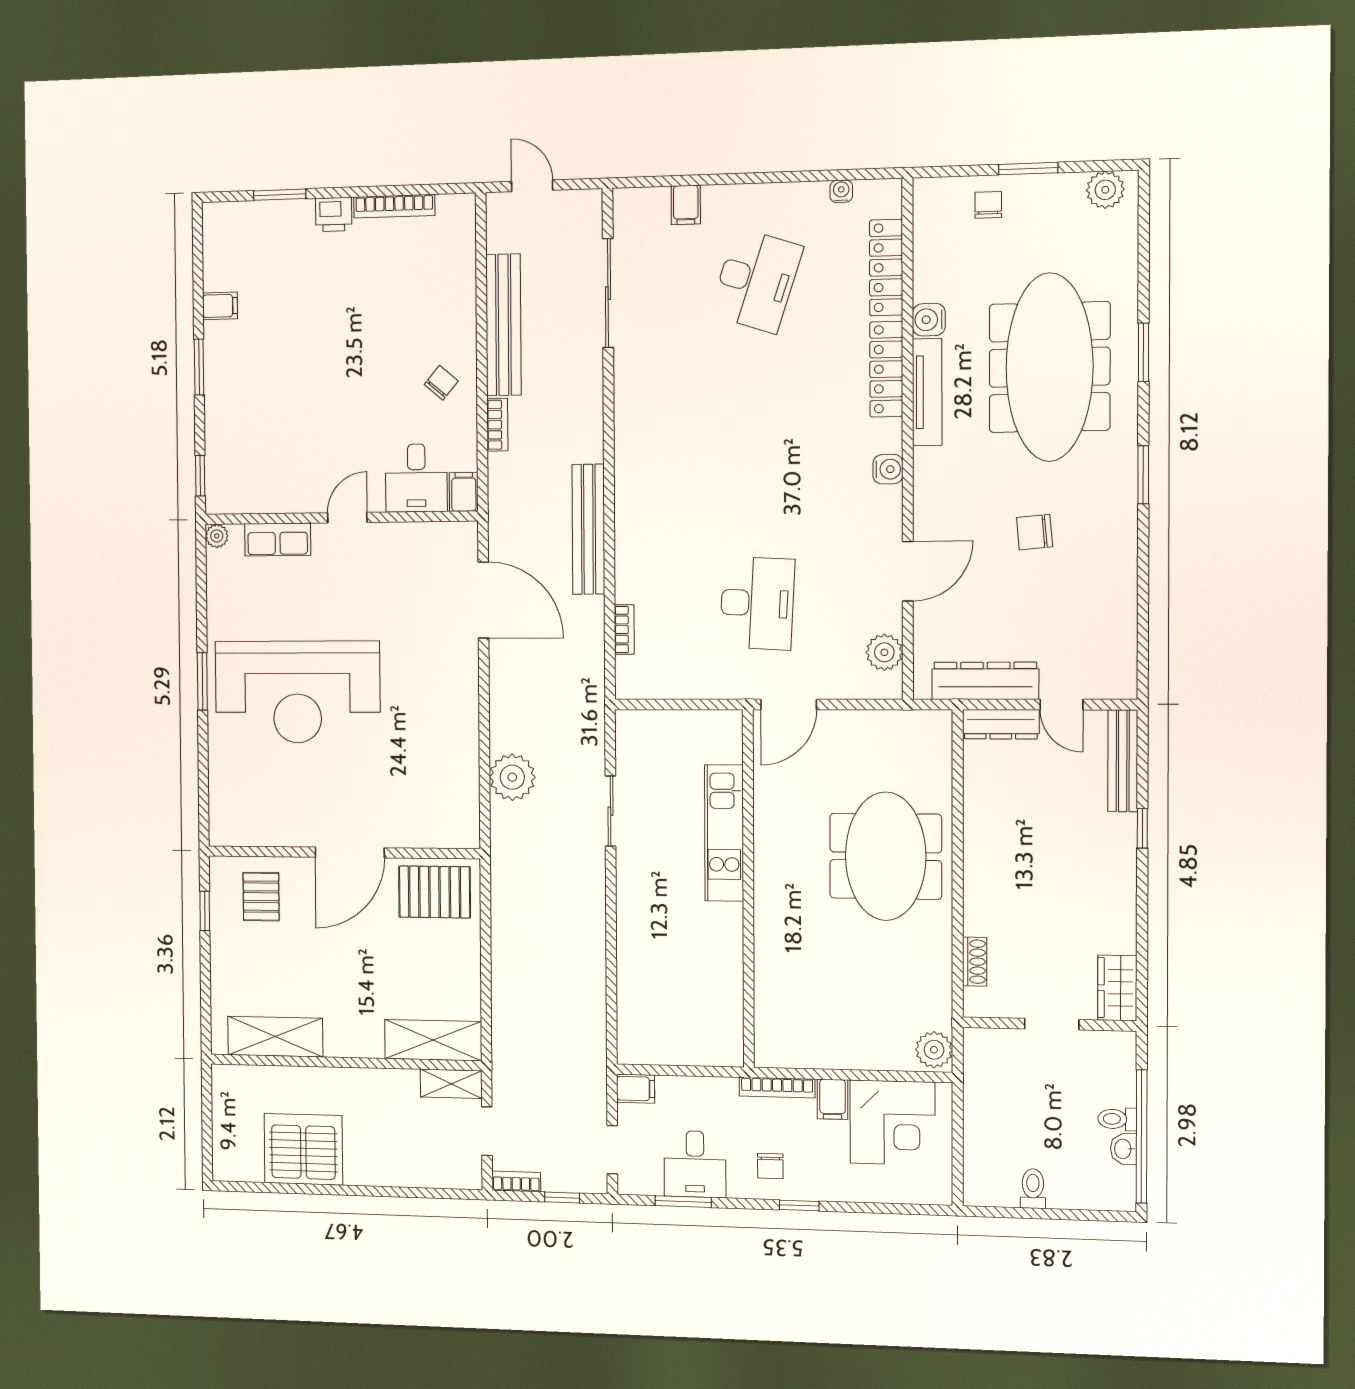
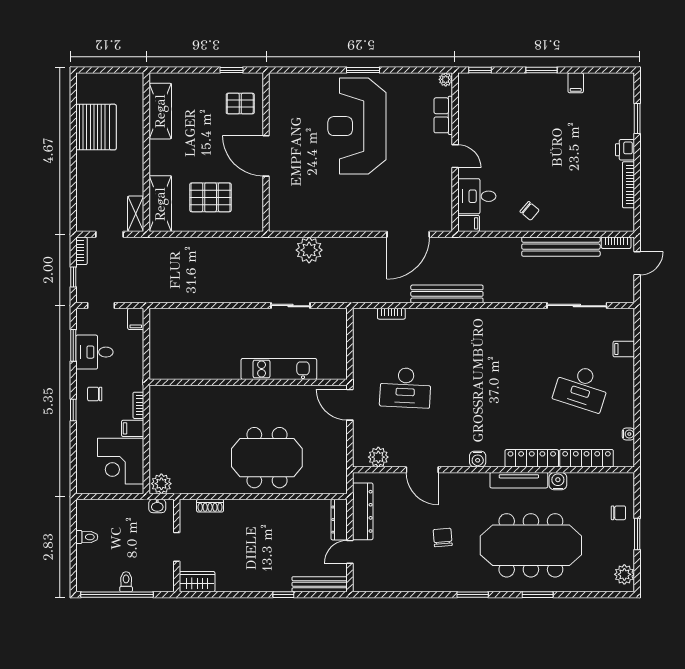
bookcase: (497, 425) -> (616, 243), moved
pallet: (435, 892) -> (211, 197), moved, turned 90
bookcase: (777, 1088) -> (138, 405), width x0.64
washbasin: (1124, 1149) -> (157, 506), moved, turned 180

